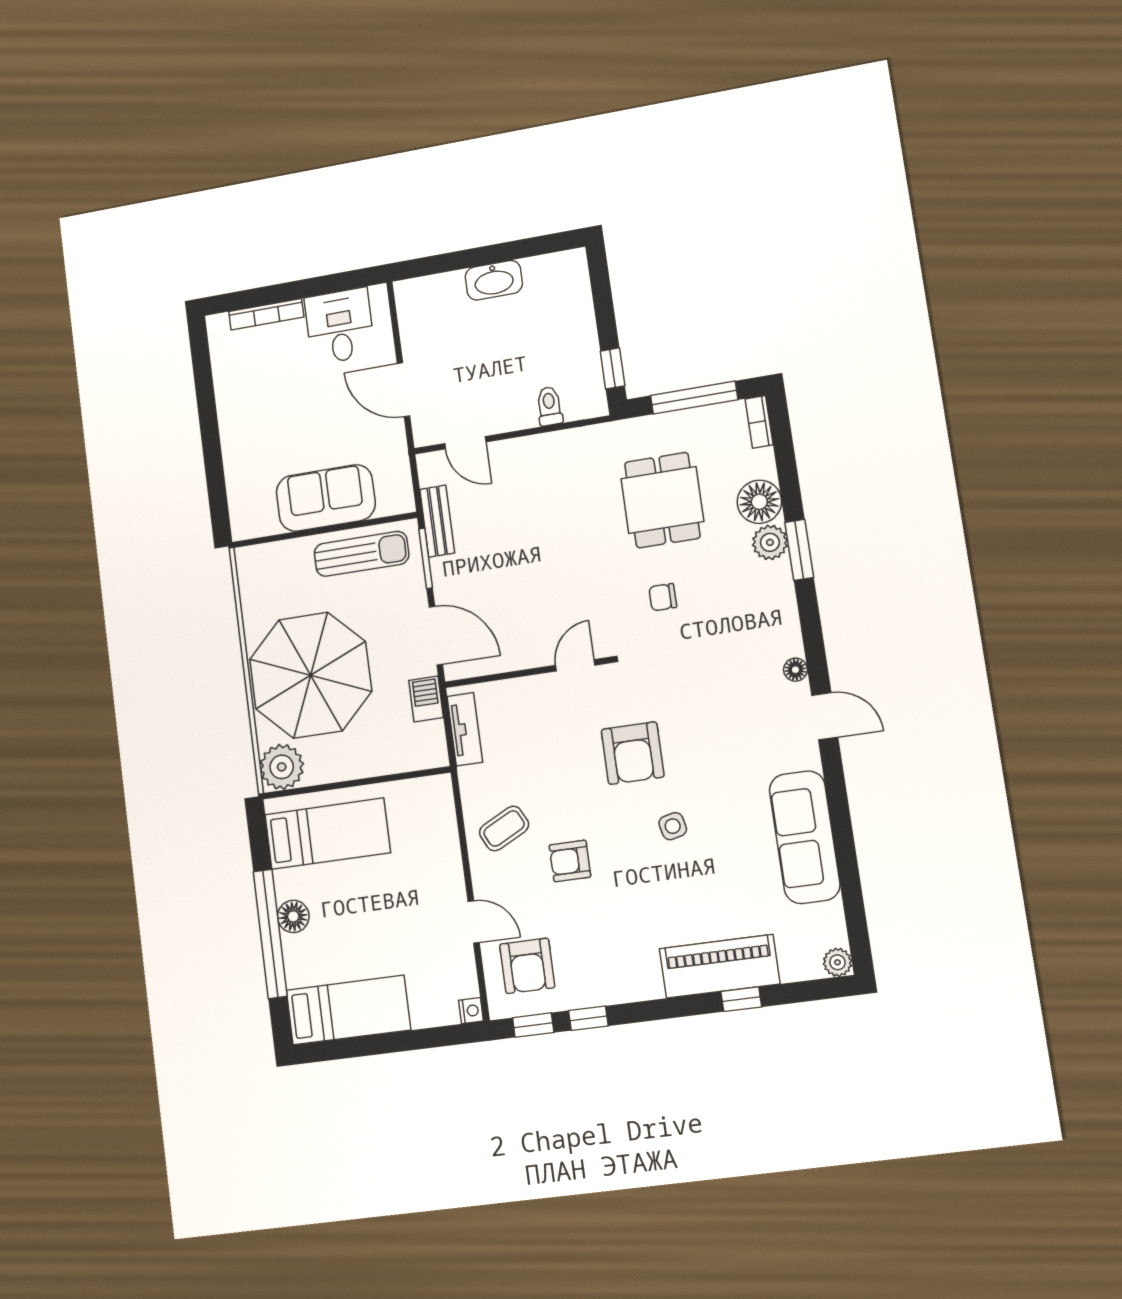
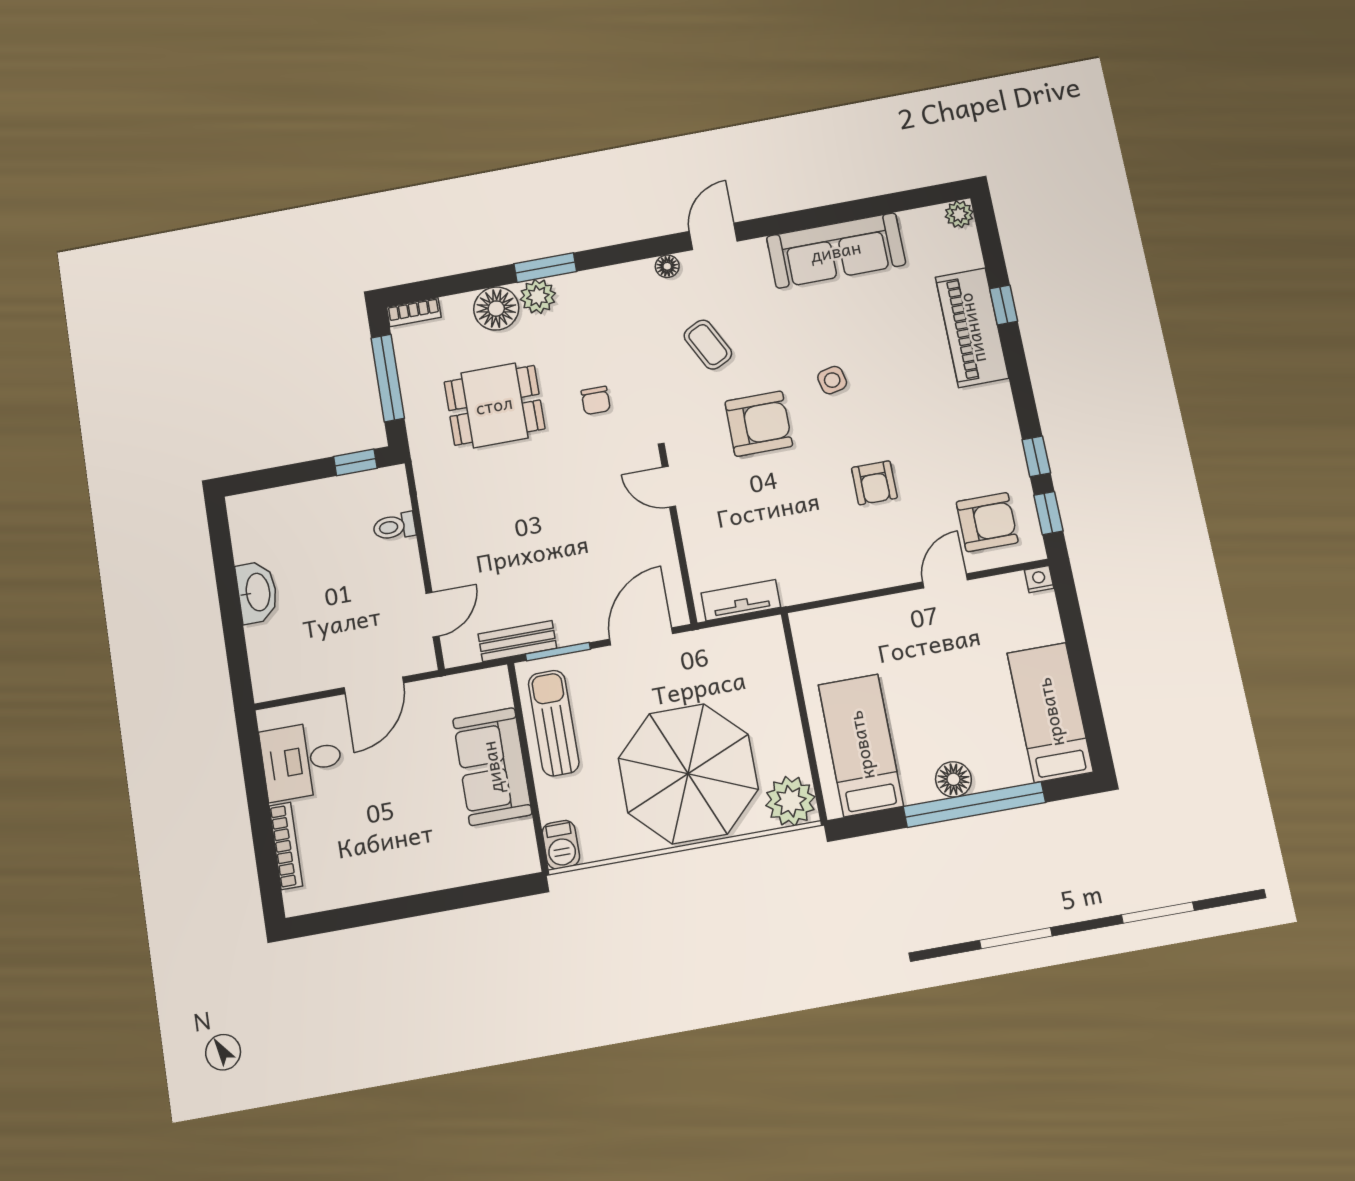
barbecue: (426, 699) -> (561, 845), moved, turned -90
coffee table: (504, 828) -> (708, 345), moved

